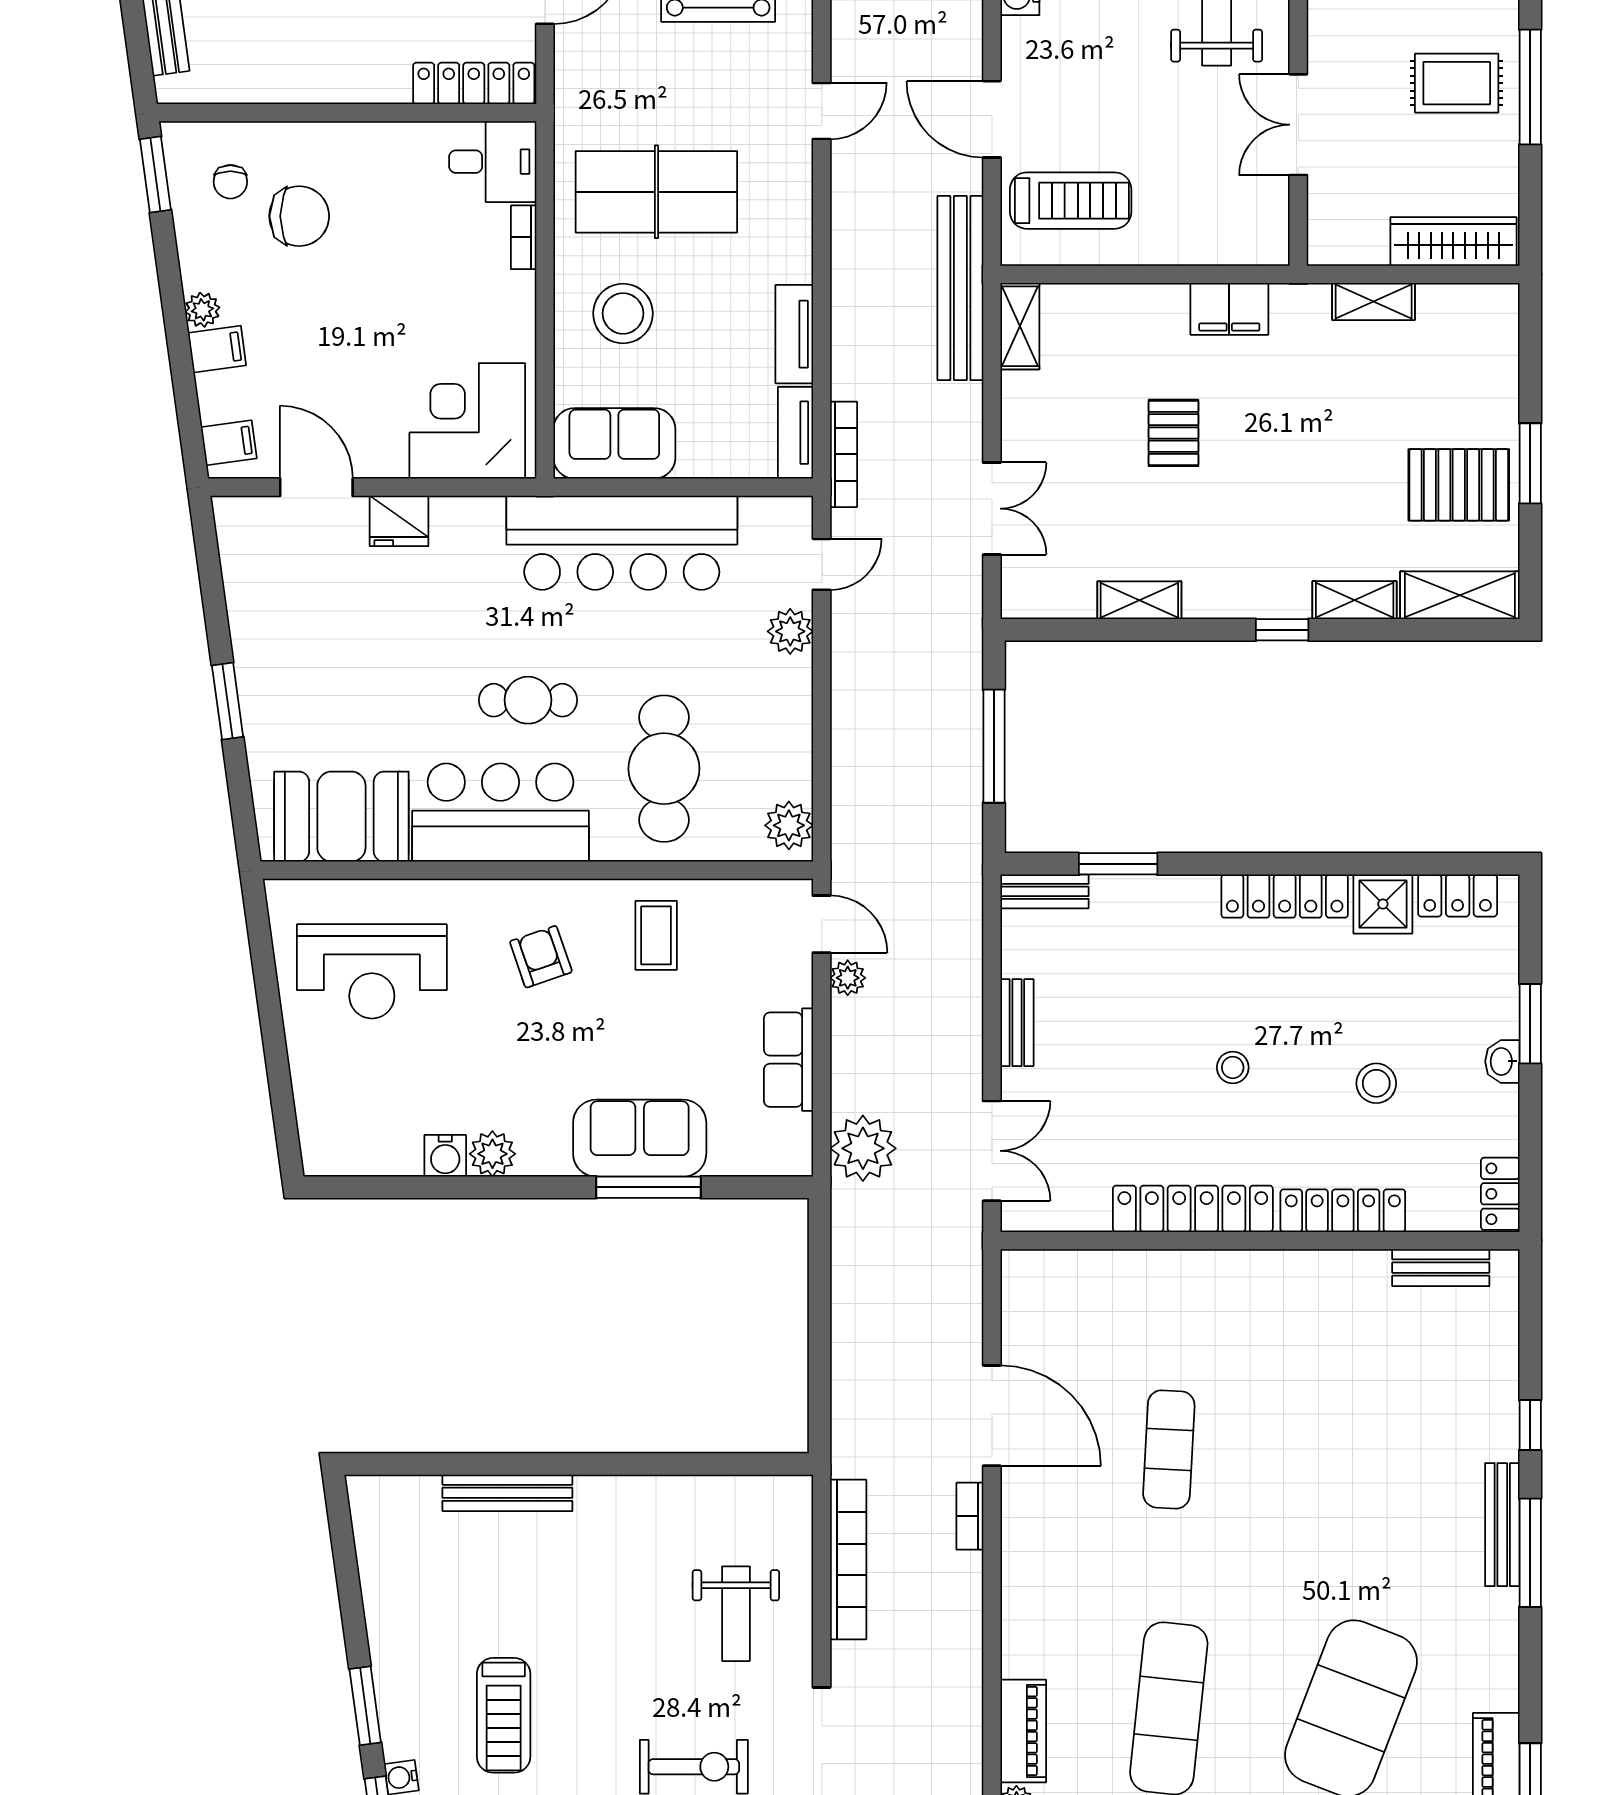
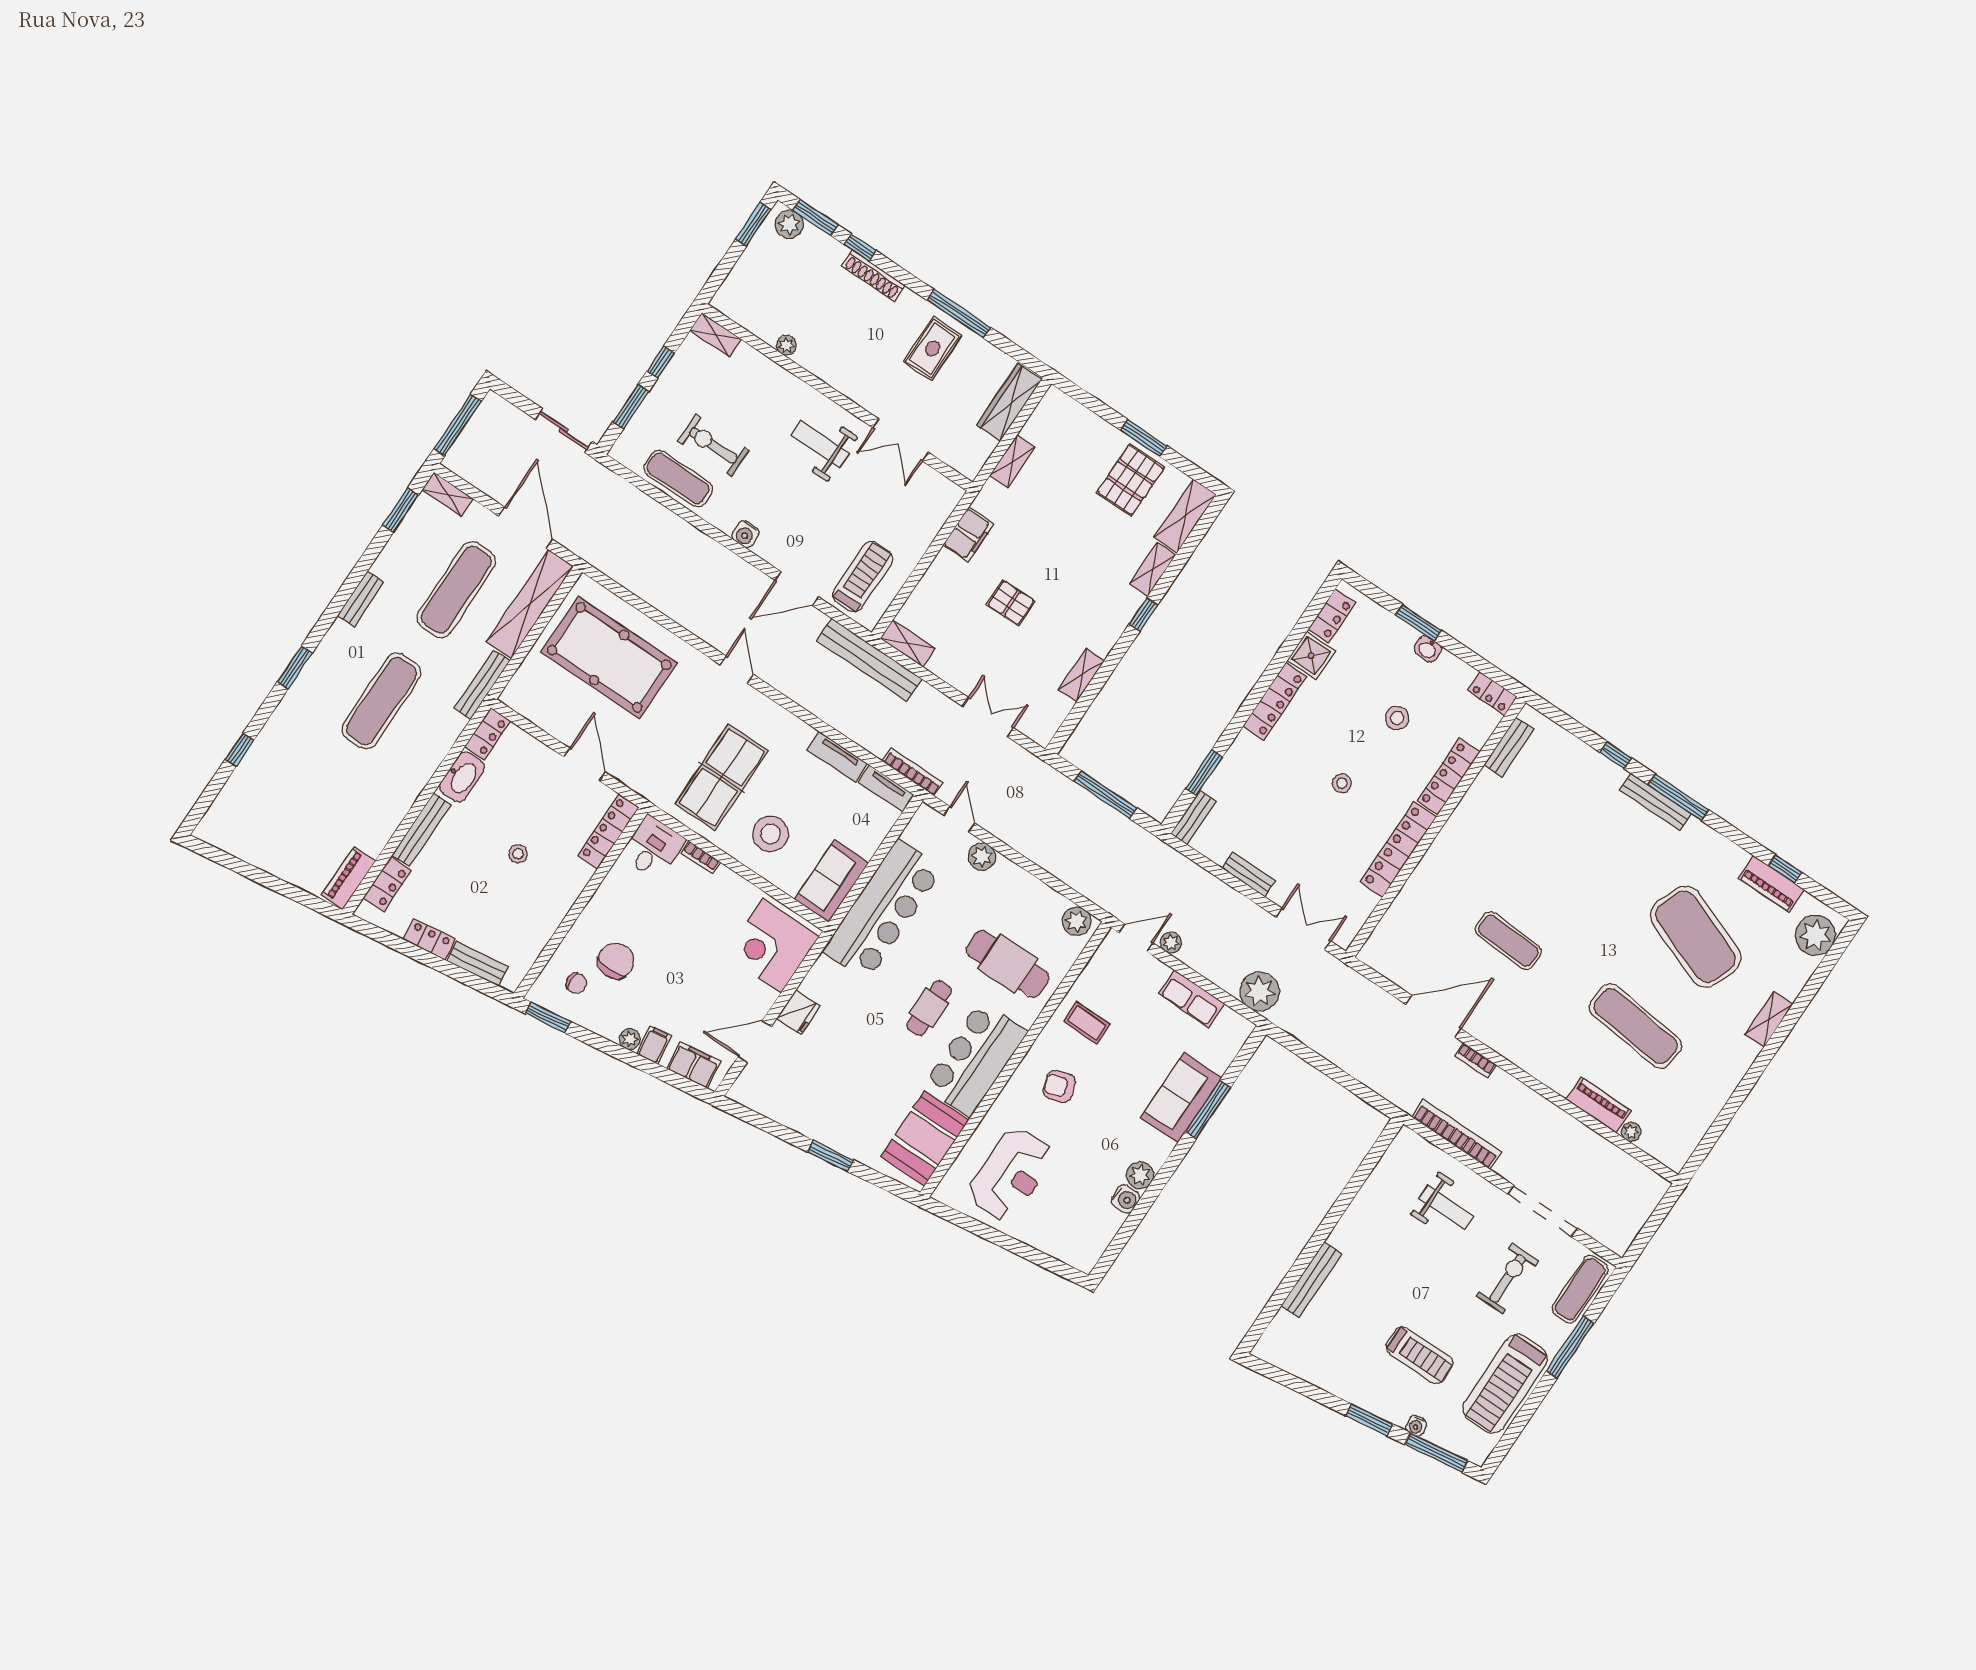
filing cabinet: (229, 443) -> (694, 1065), width x2.00

